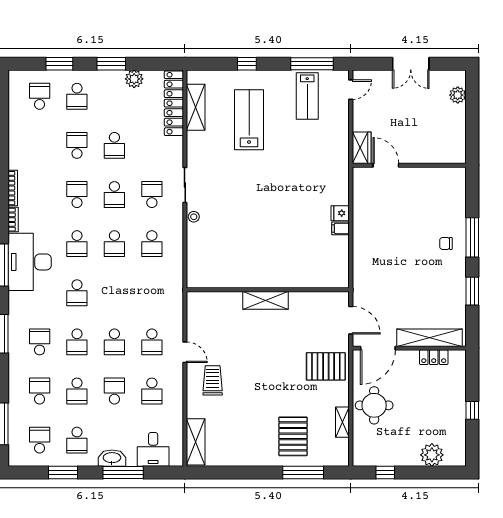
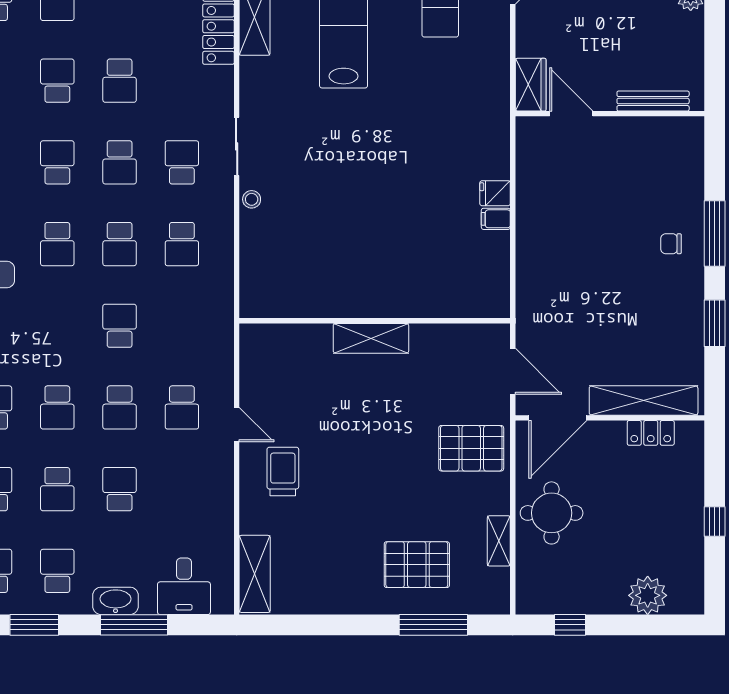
bench: (435, 158) -> (653, 101), added
school desk: (77, 293) -> (120, 326), moved, turned 180
school desk: (152, 391) -> (182, 489), removed
pallet: (293, 436) -> (417, 565), turned 90
school desk: (77, 440) -> (57, 571), turned 180

